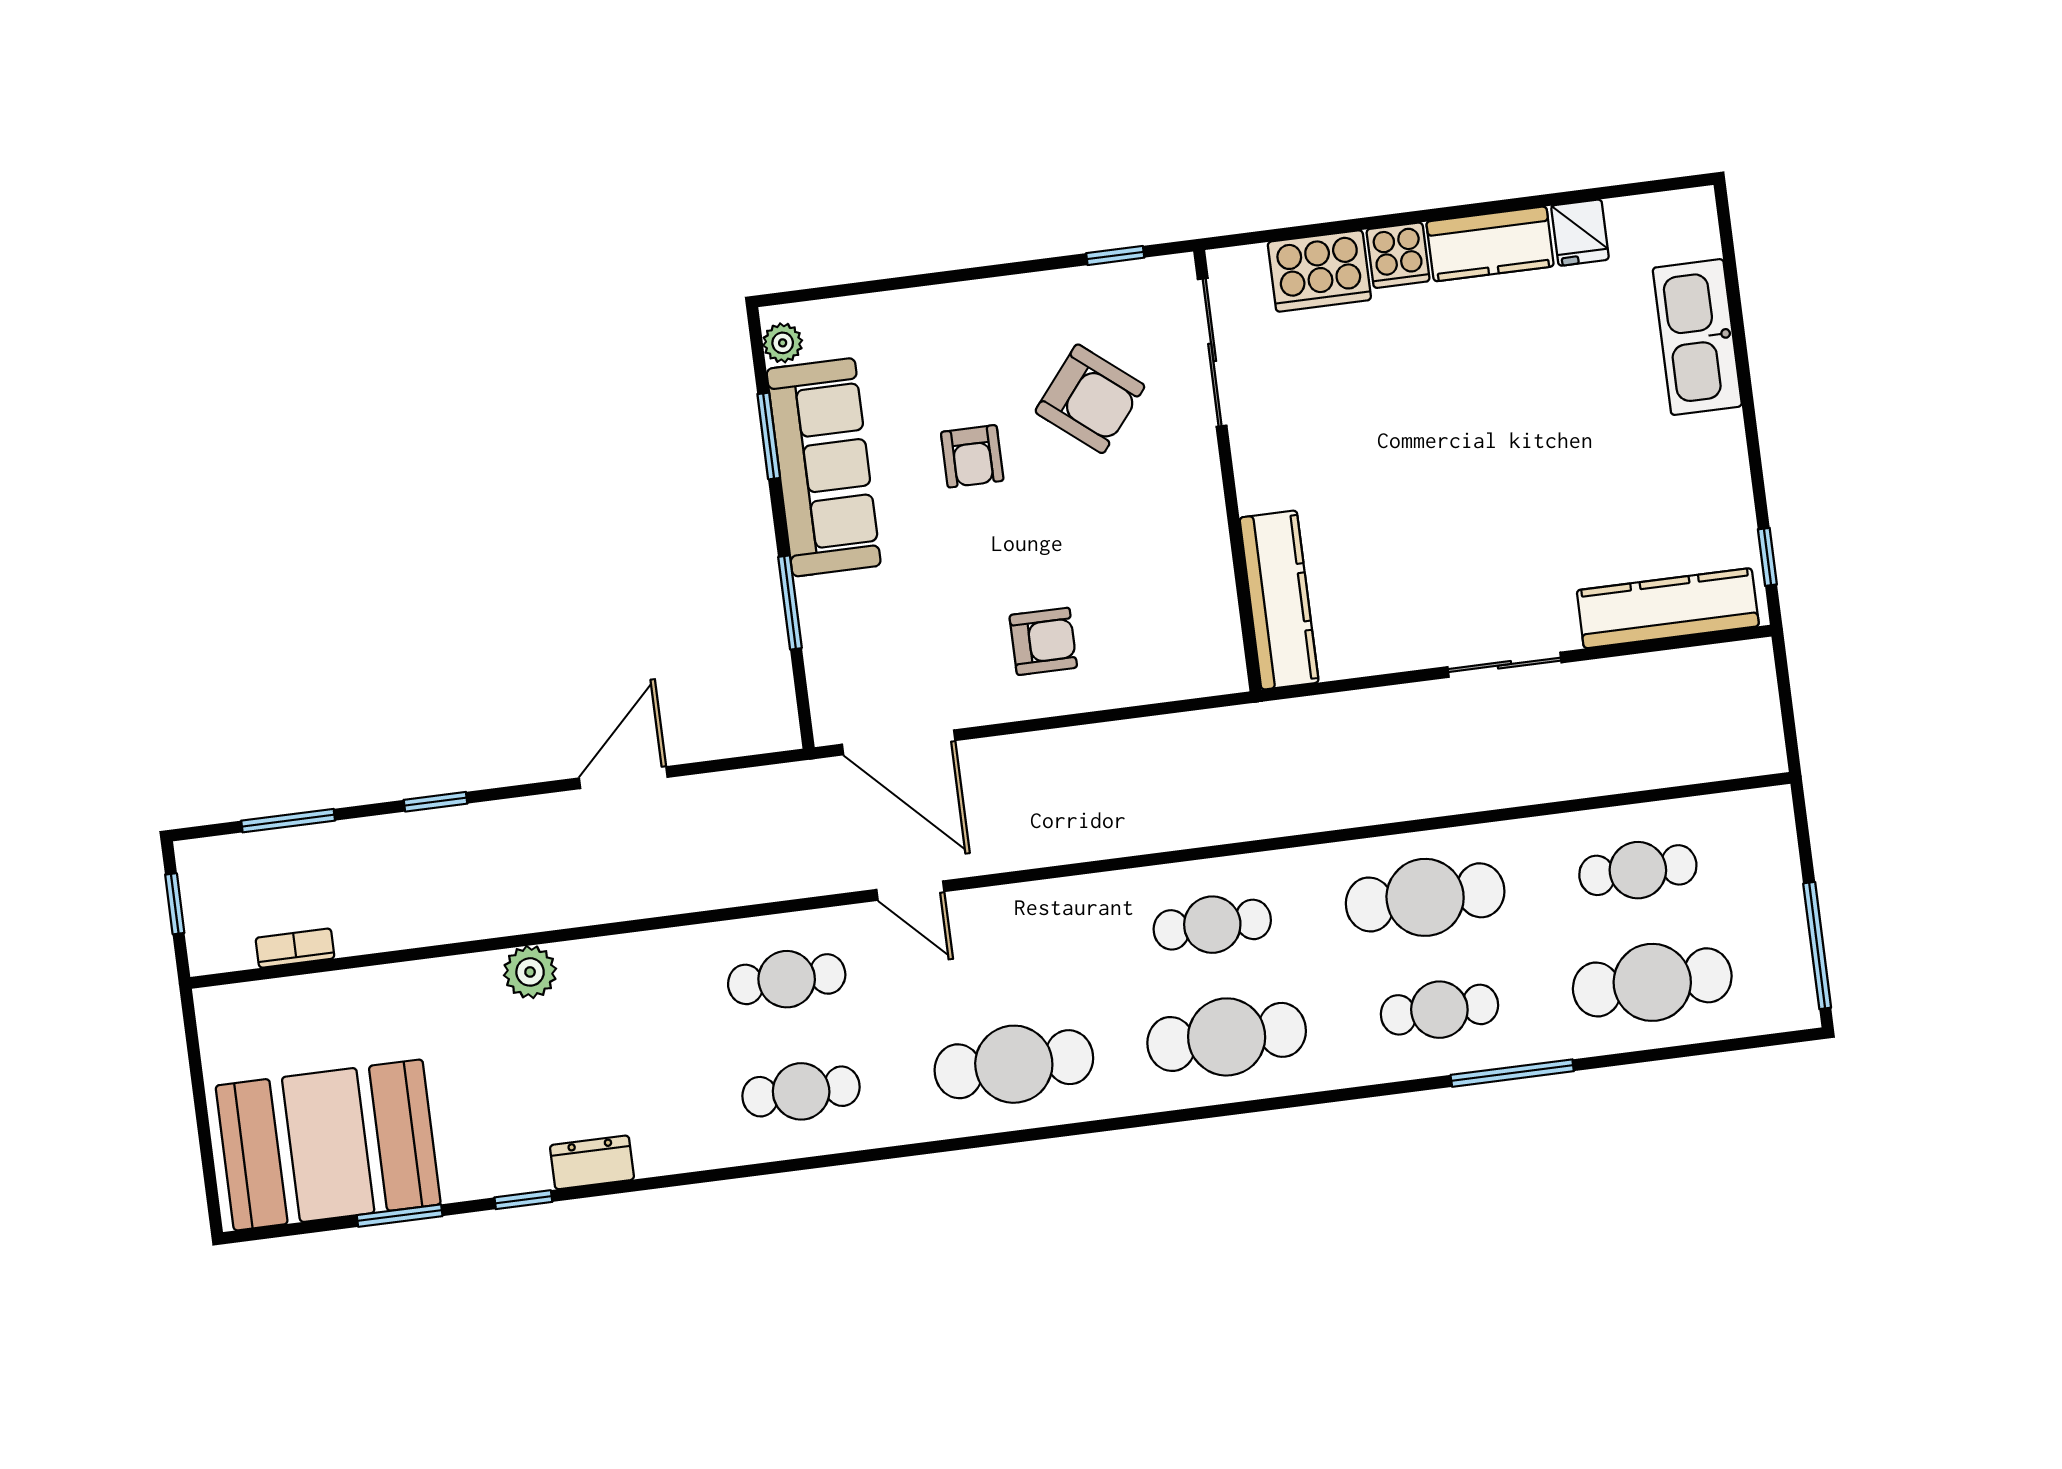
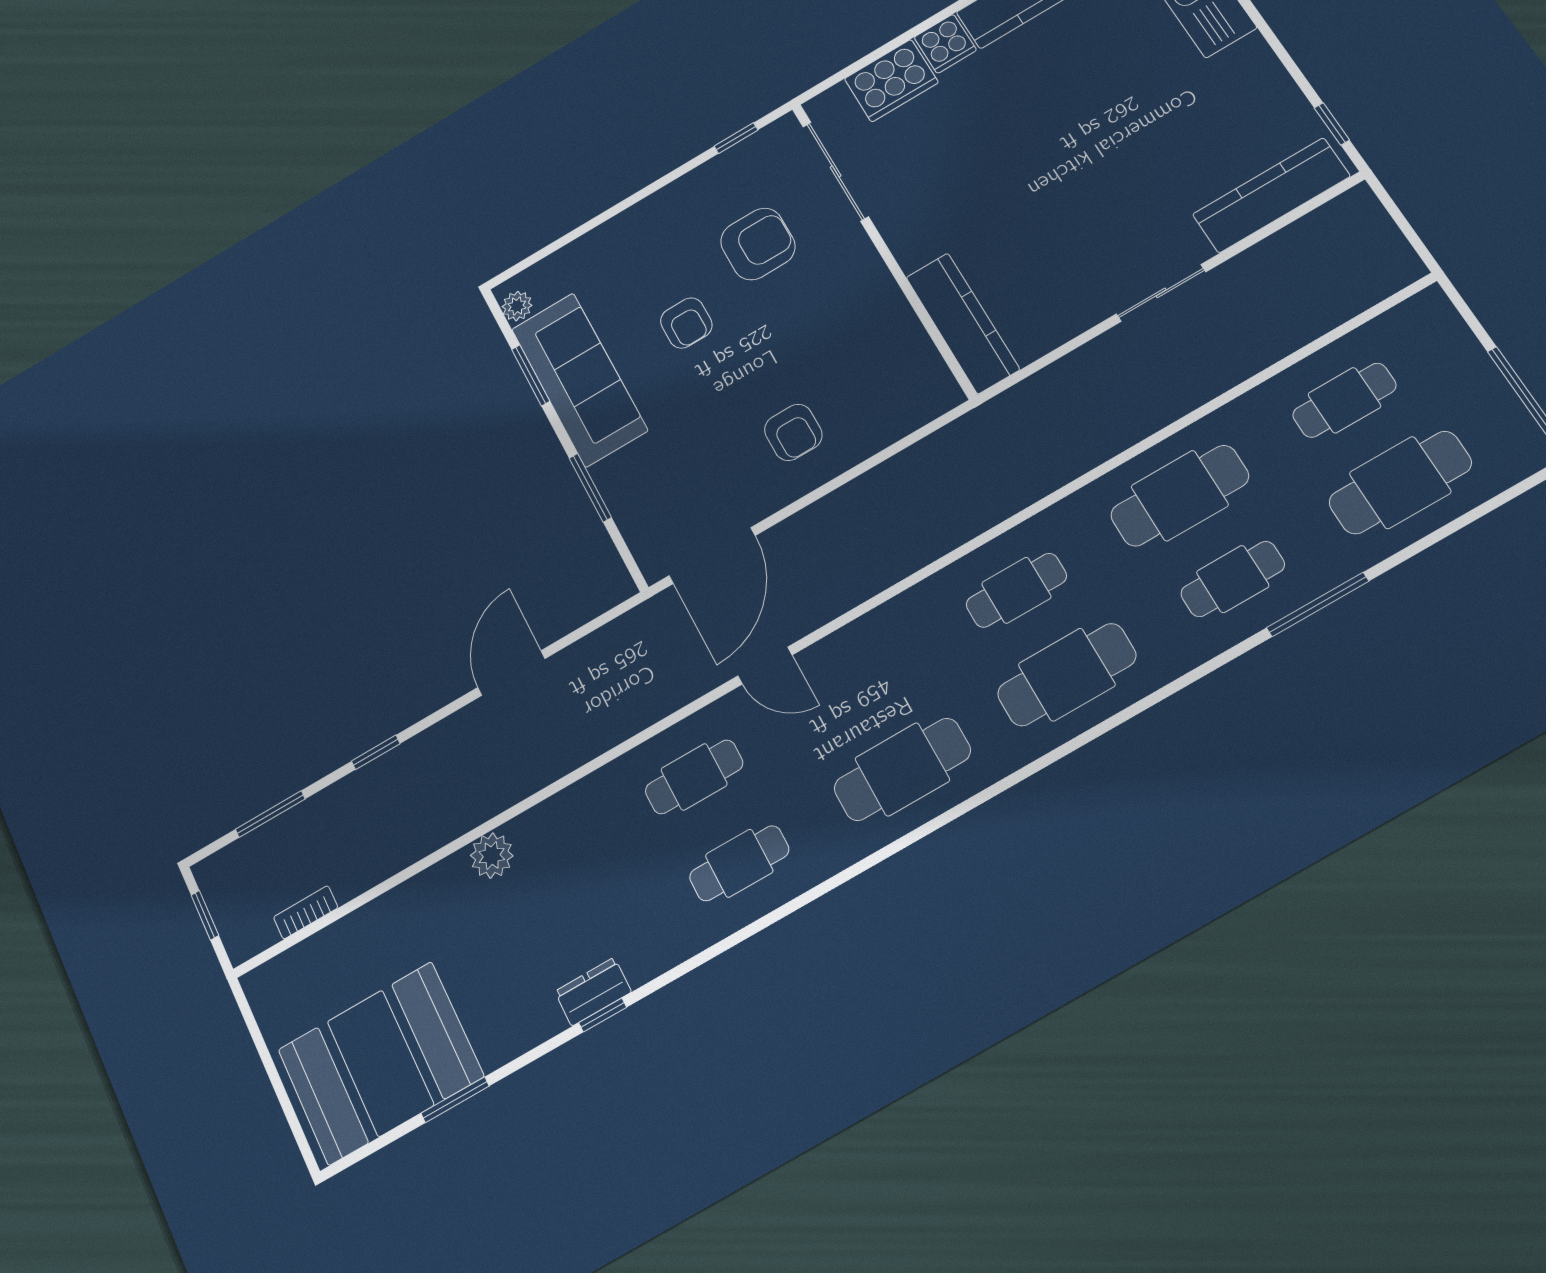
armchair: (1090, 399) -> (758, 244), turned -39
armchair: (1043, 641) -> (793, 432), turned 90
door: (899, 742) -> (712, 556), hinge flipped
window: (523, 1200) -> (603, 1015), moved

